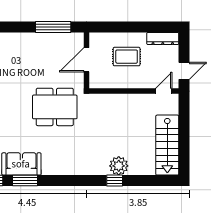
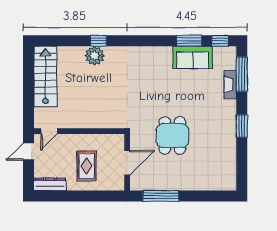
rug: (127, 57) -> (87, 166), turned 90
dining table: (55, 107) -> (172, 136), moved, width x0.73

